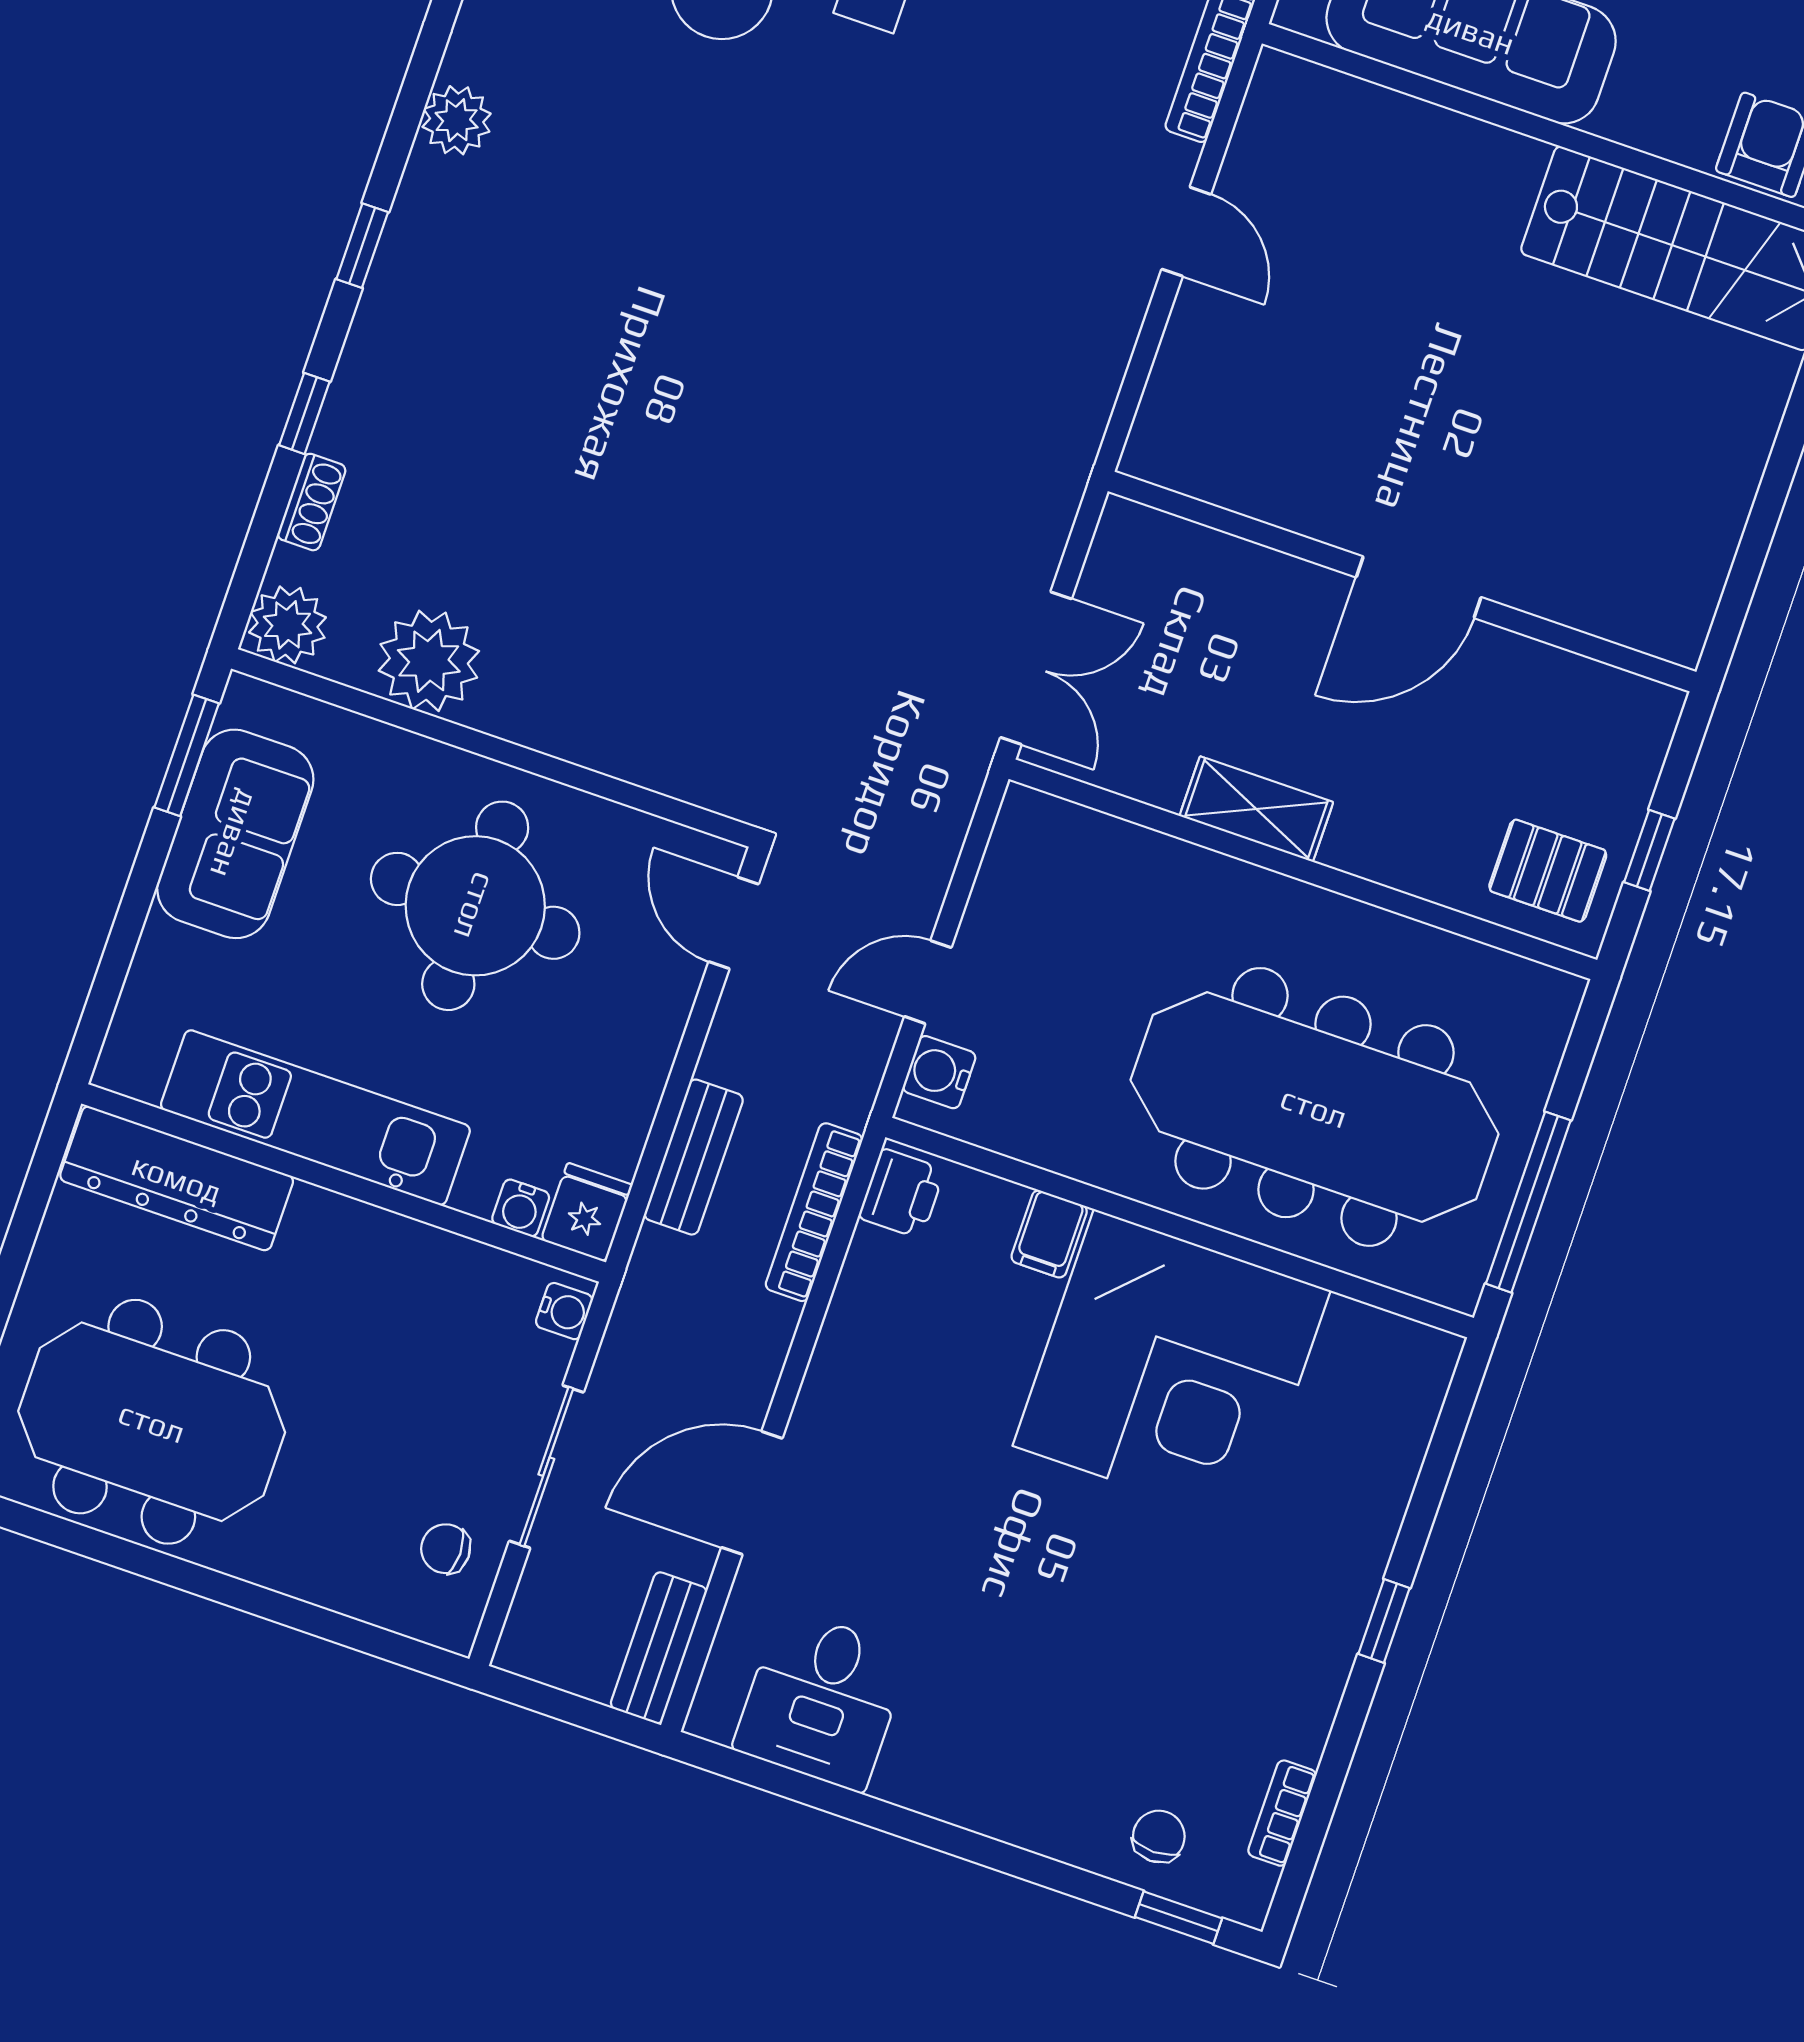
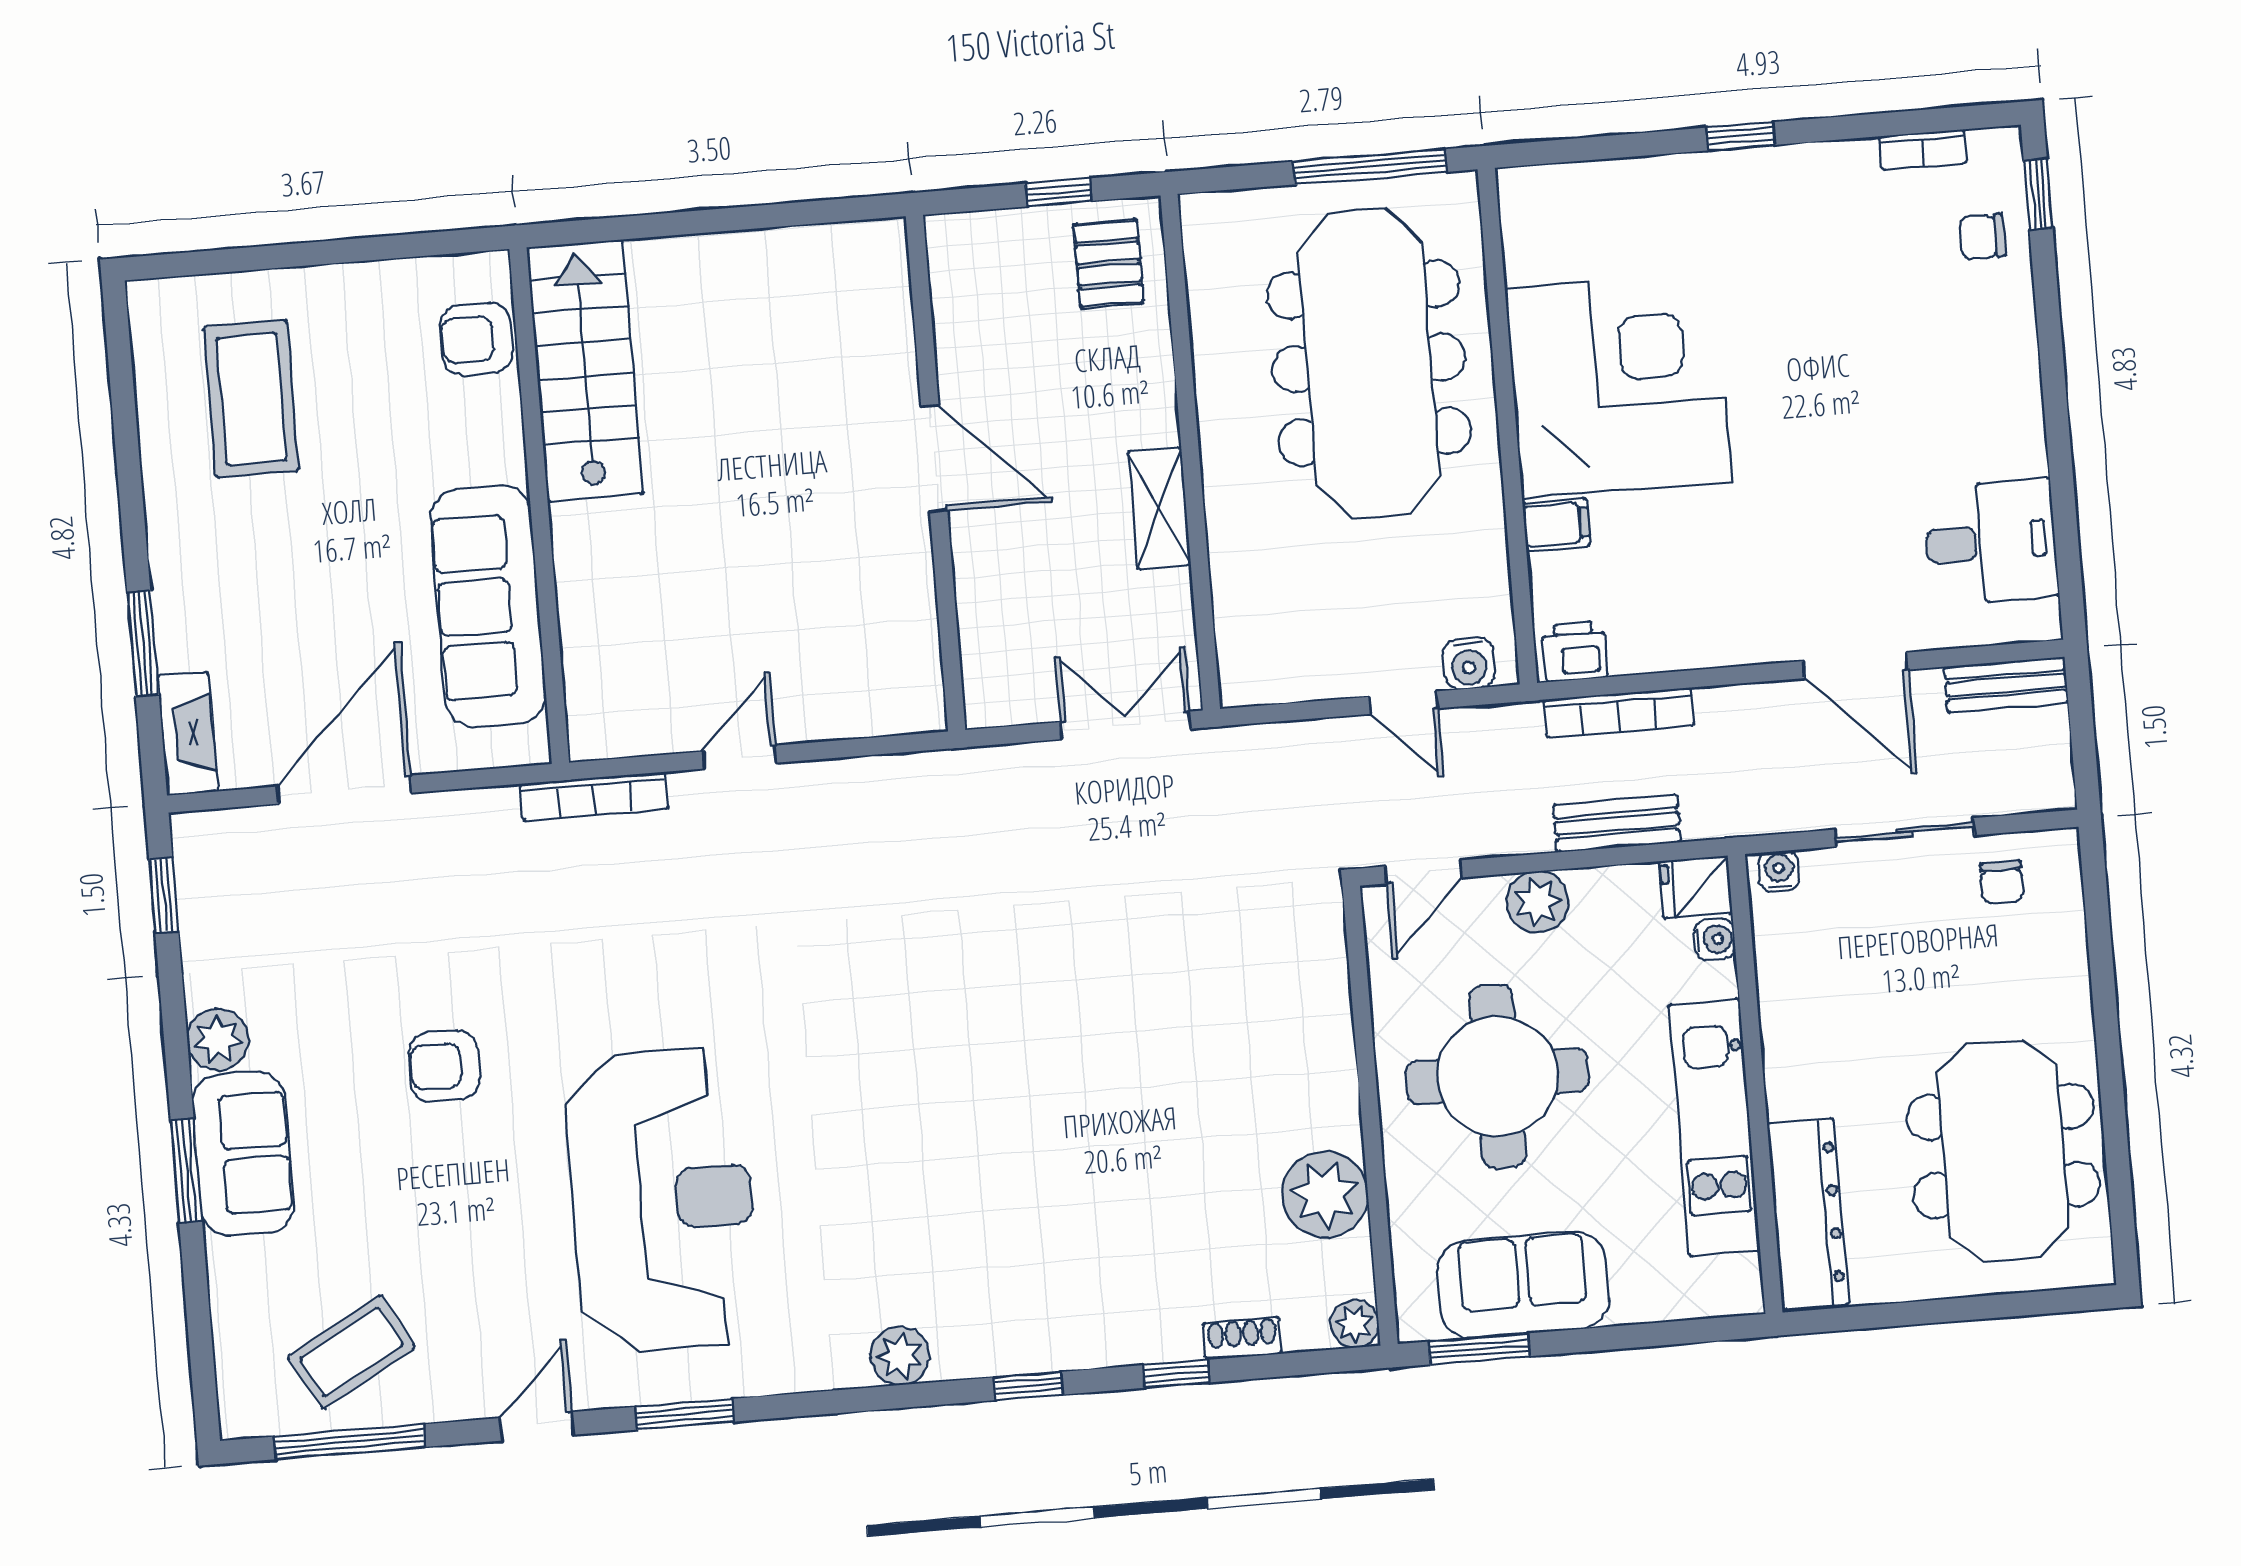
plant: (287, 625) -> (1355, 1324), width x0.73, depth x0.73
plant: (646, 1033) -> (1538, 902), added

